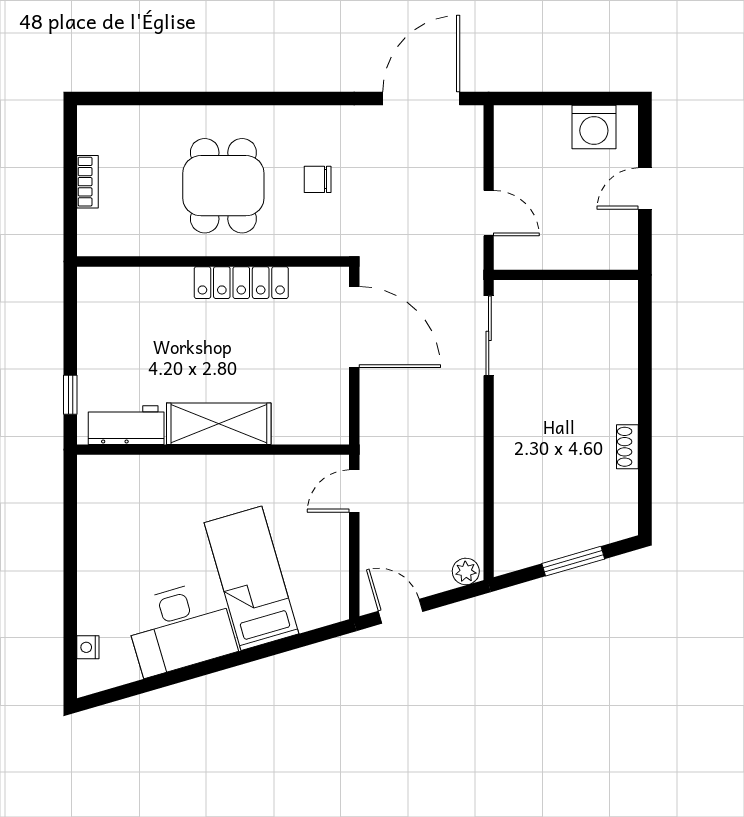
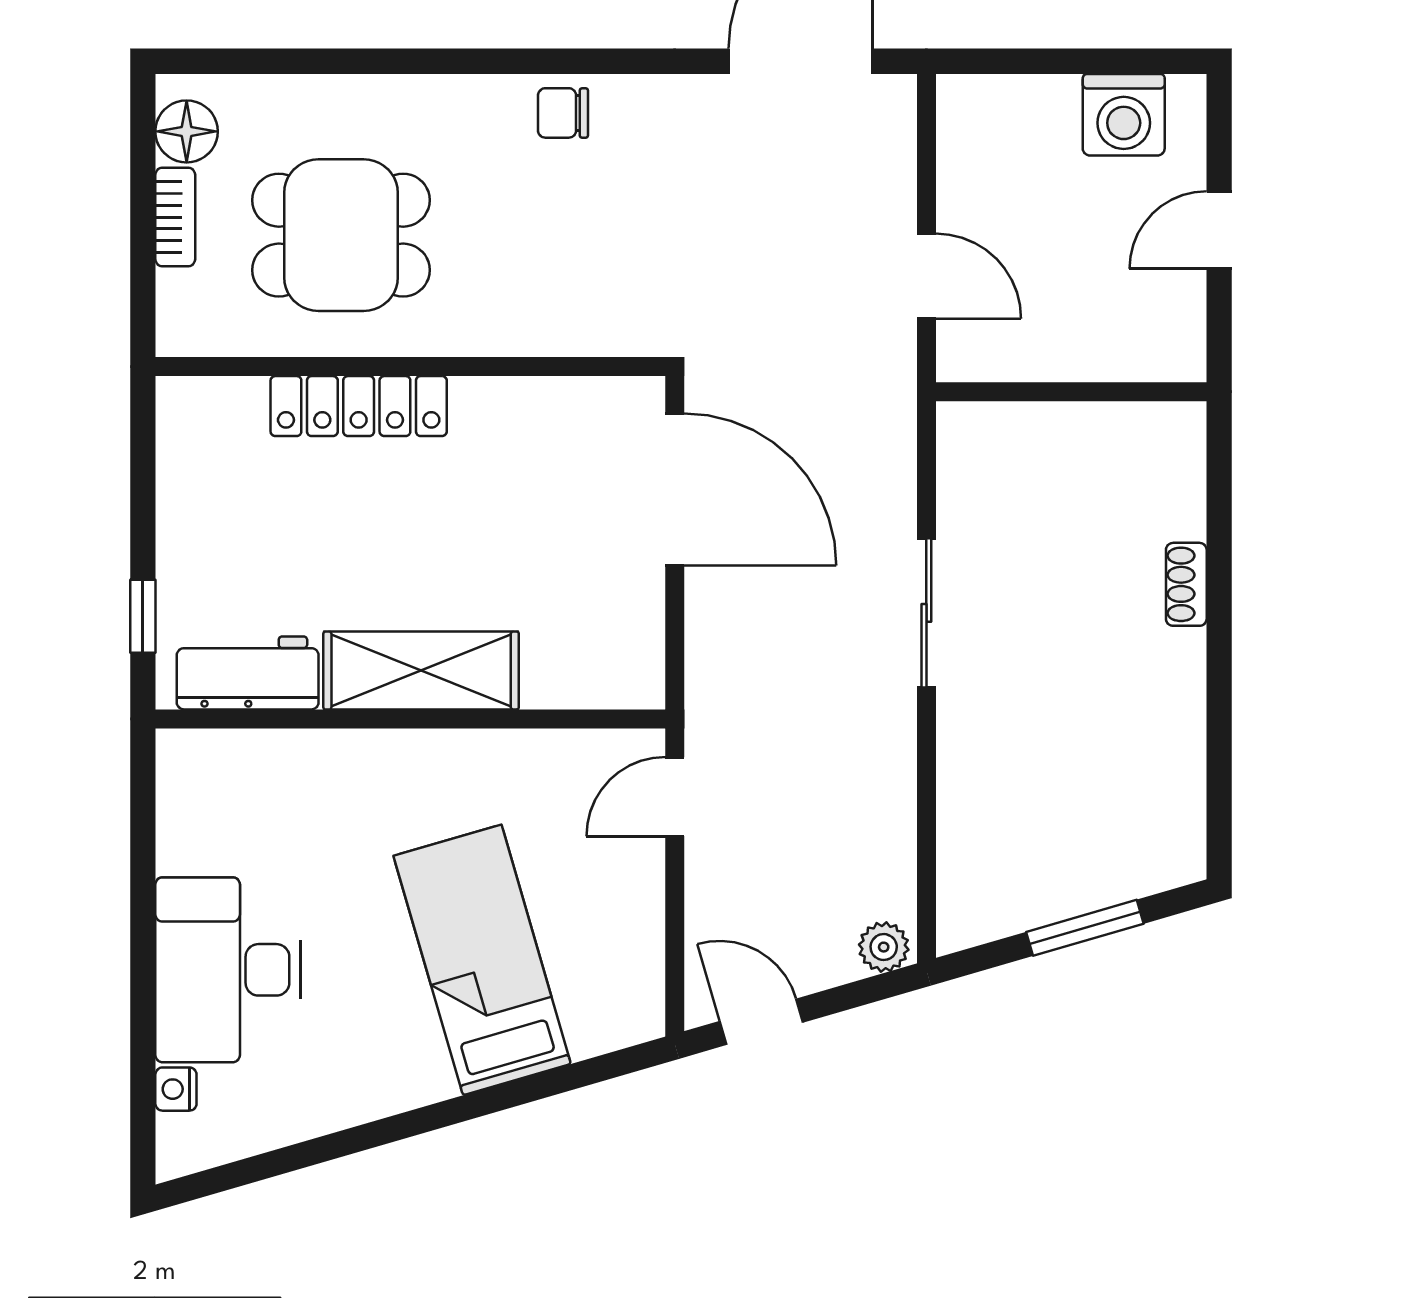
floor lamp: (94, 136) -> (187, 131), added
chair: (318, 179) -> (563, 113), moved
dining table: (223, 186) -> (341, 235), moved, turned 90
locker: (241, 283) -> (359, 406), moved
sliding door: (489, 336) -> (926, 613), moved
shoe rack: (627, 447) -> (1186, 584), moved
desk: (180, 628) -> (228, 970), moved, turned 106

